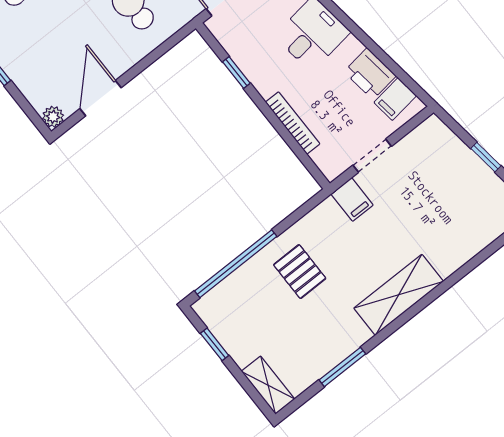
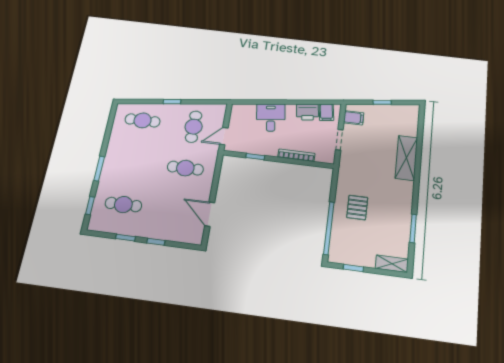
plant: (53, 117) -> (197, 239), removed
filing cabinet: (352, 199) -> (354, 118), moved
pallet: (300, 272) -> (357, 207), turned 90
shelving: (399, 295) -> (406, 158), moved

